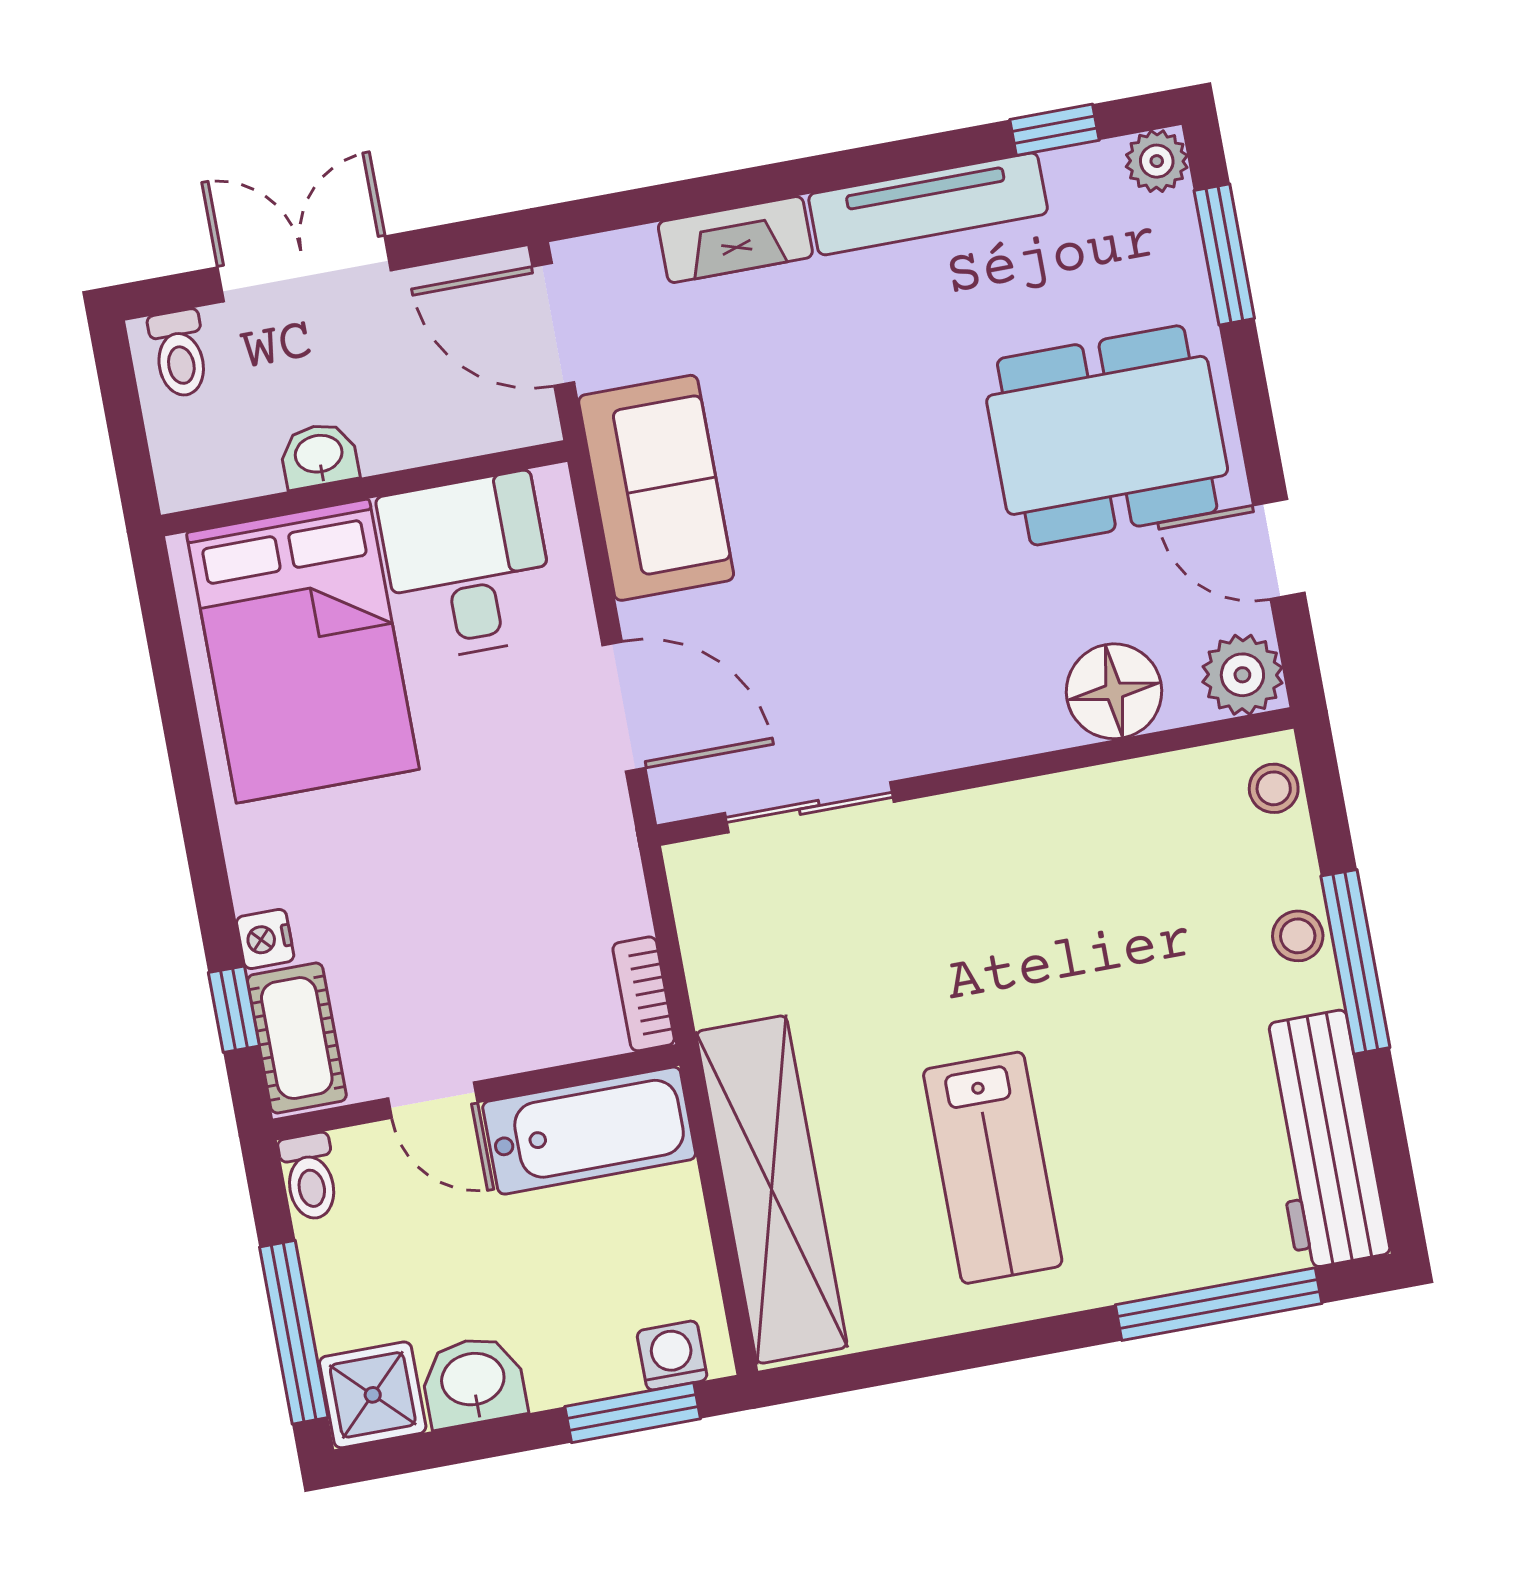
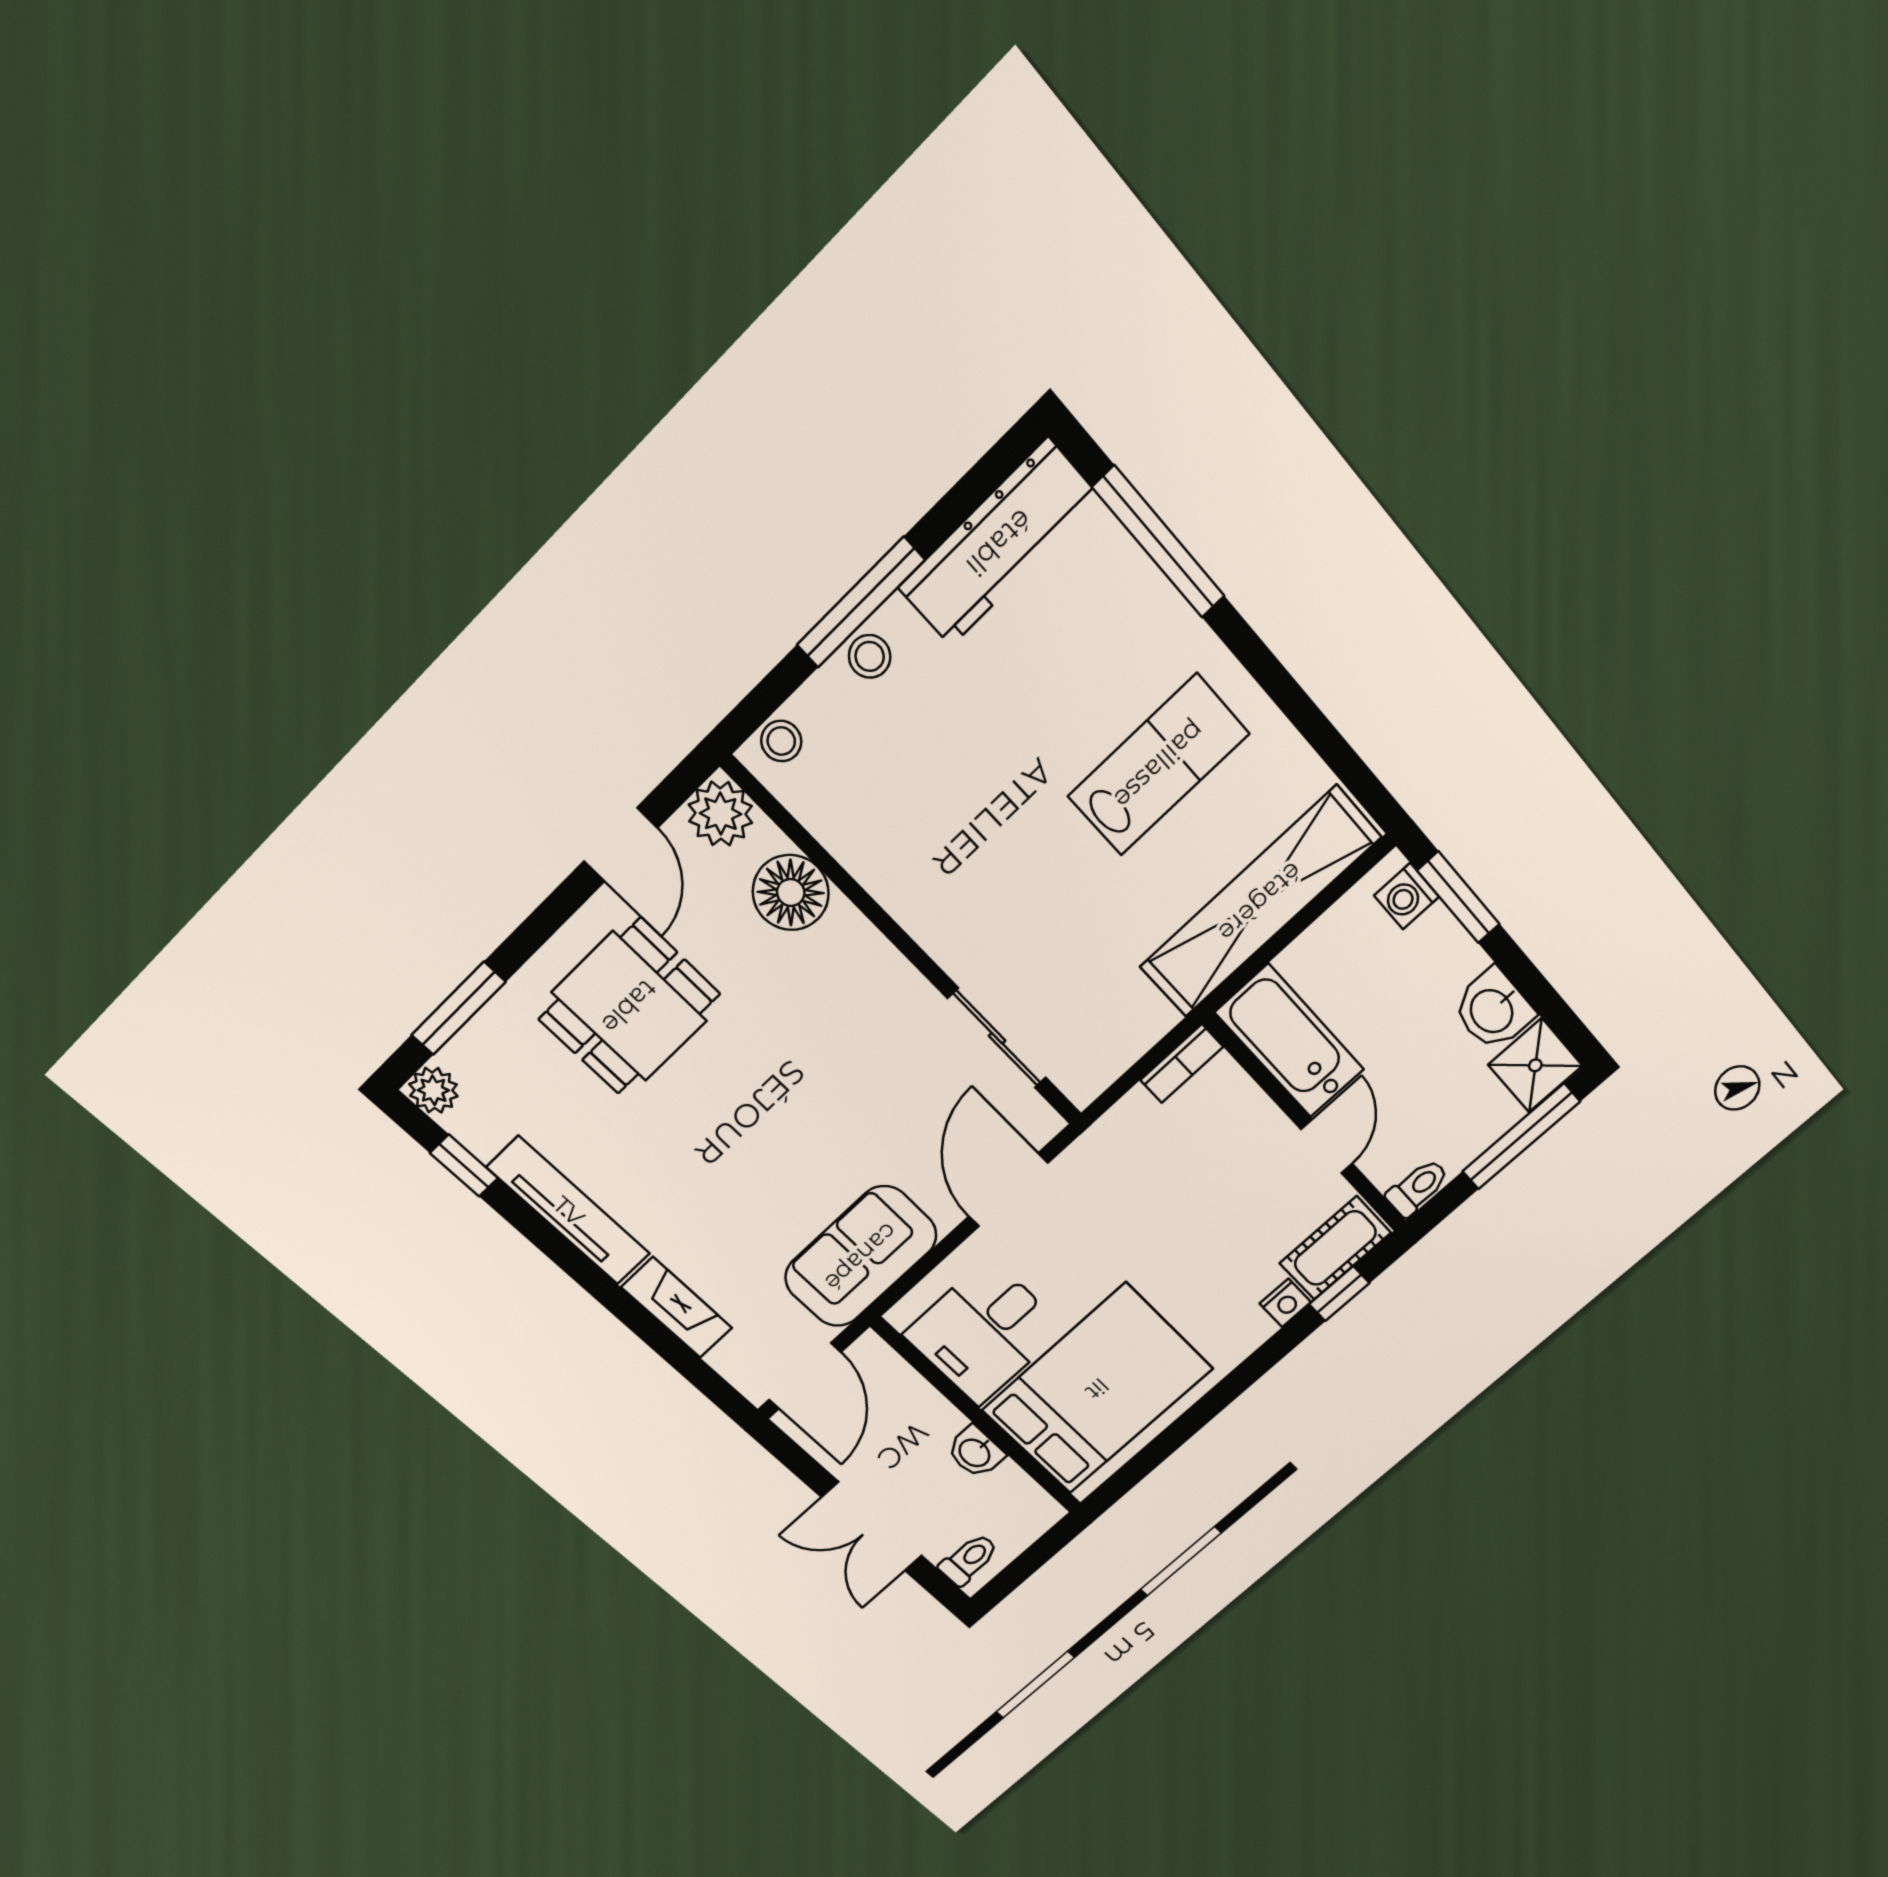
dining table: (1107, 435) -> (629, 1007), width x0.73

